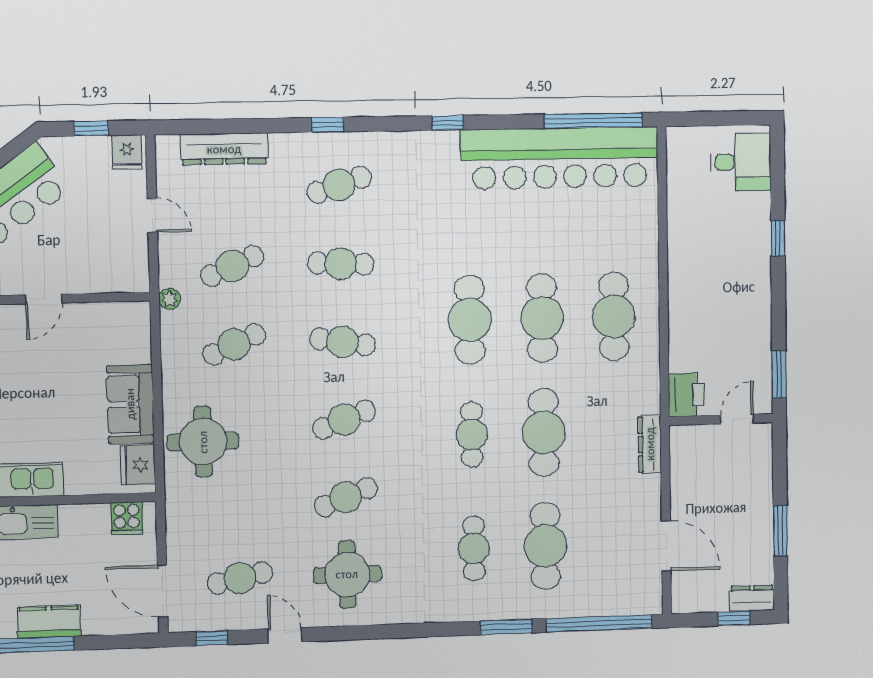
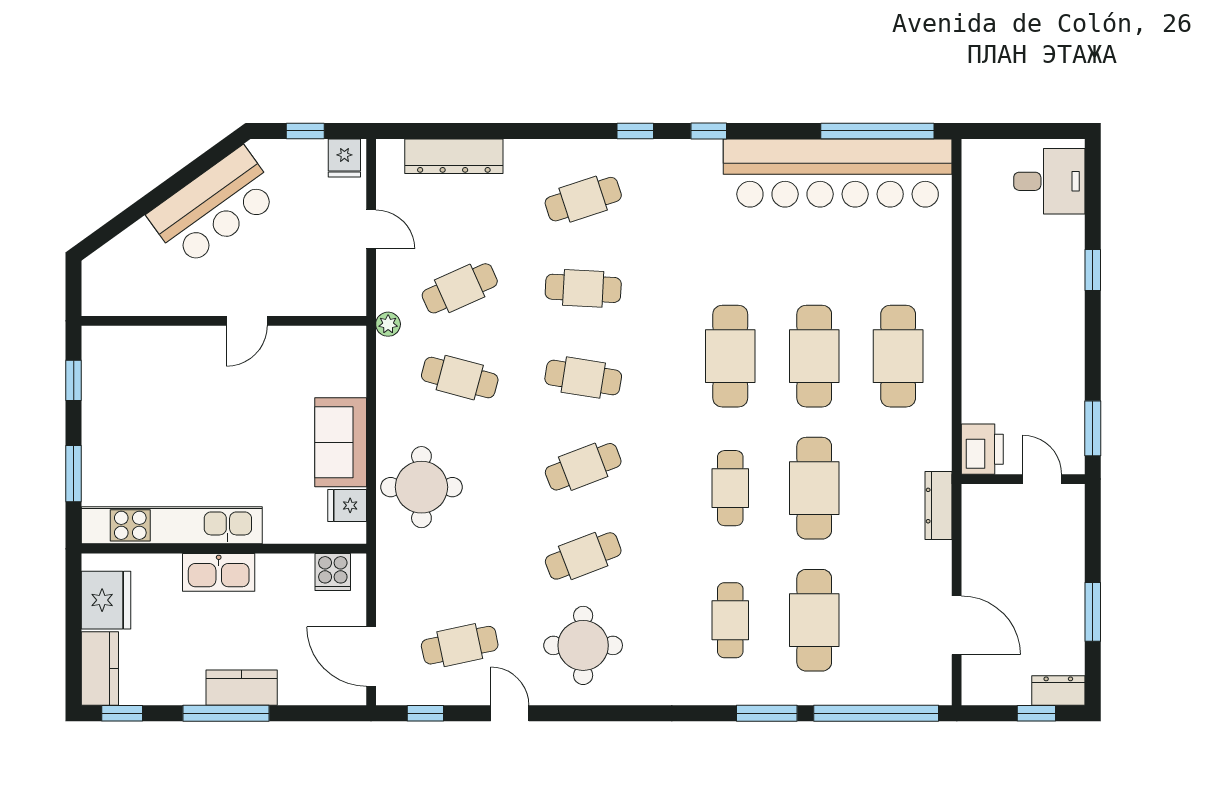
window: (328, 125) -> (635, 131), moved
cafe table: (234, 344) -> (460, 378), turned 39
door: (737, 419) -> (1042, 479), hinge flipped
fridge: (138, 465) -> (347, 505), width x0.72

